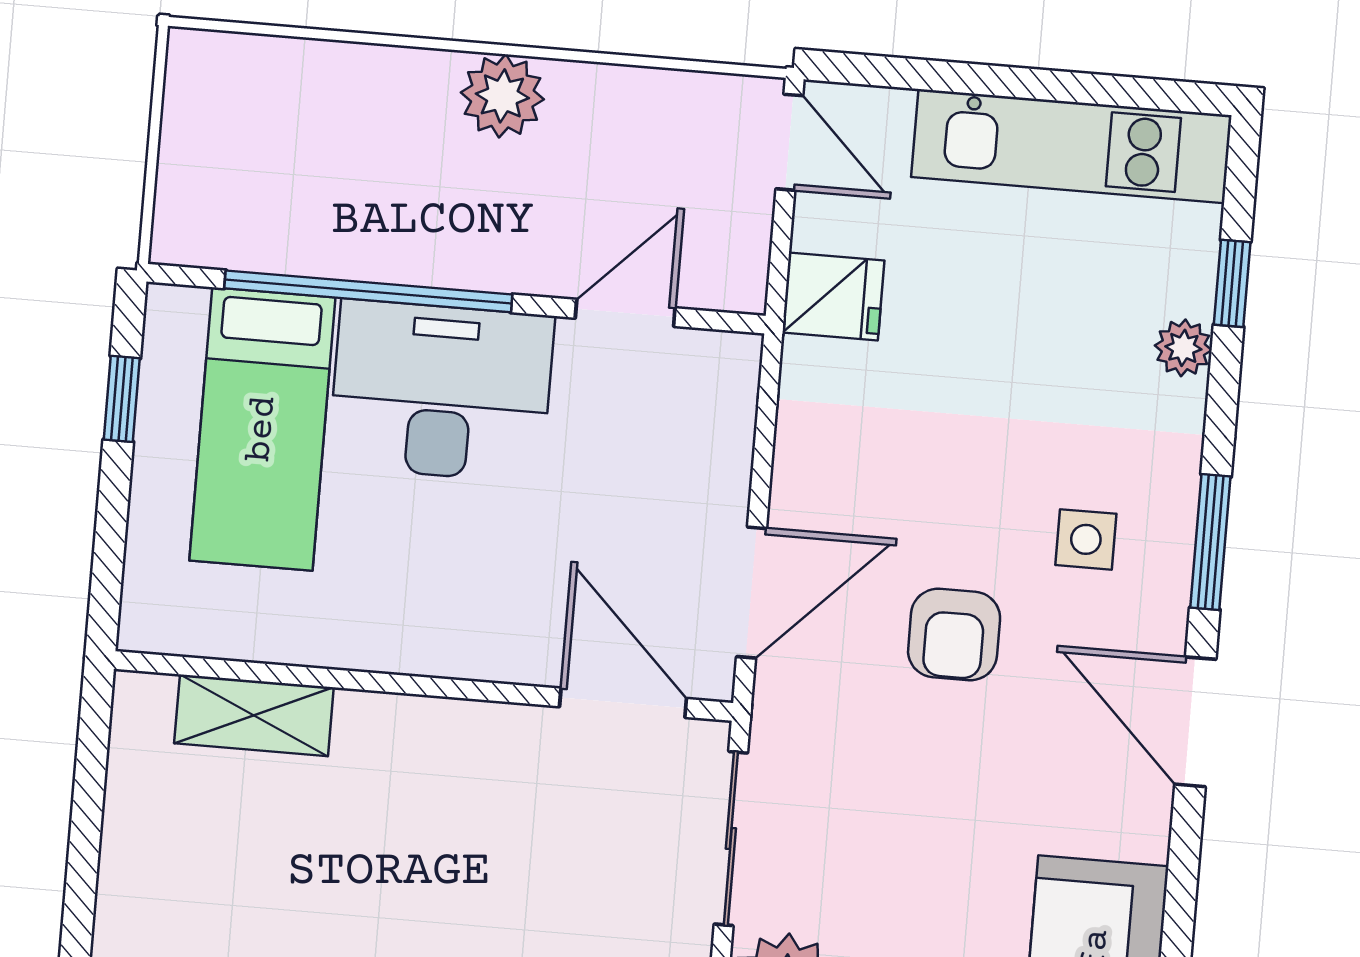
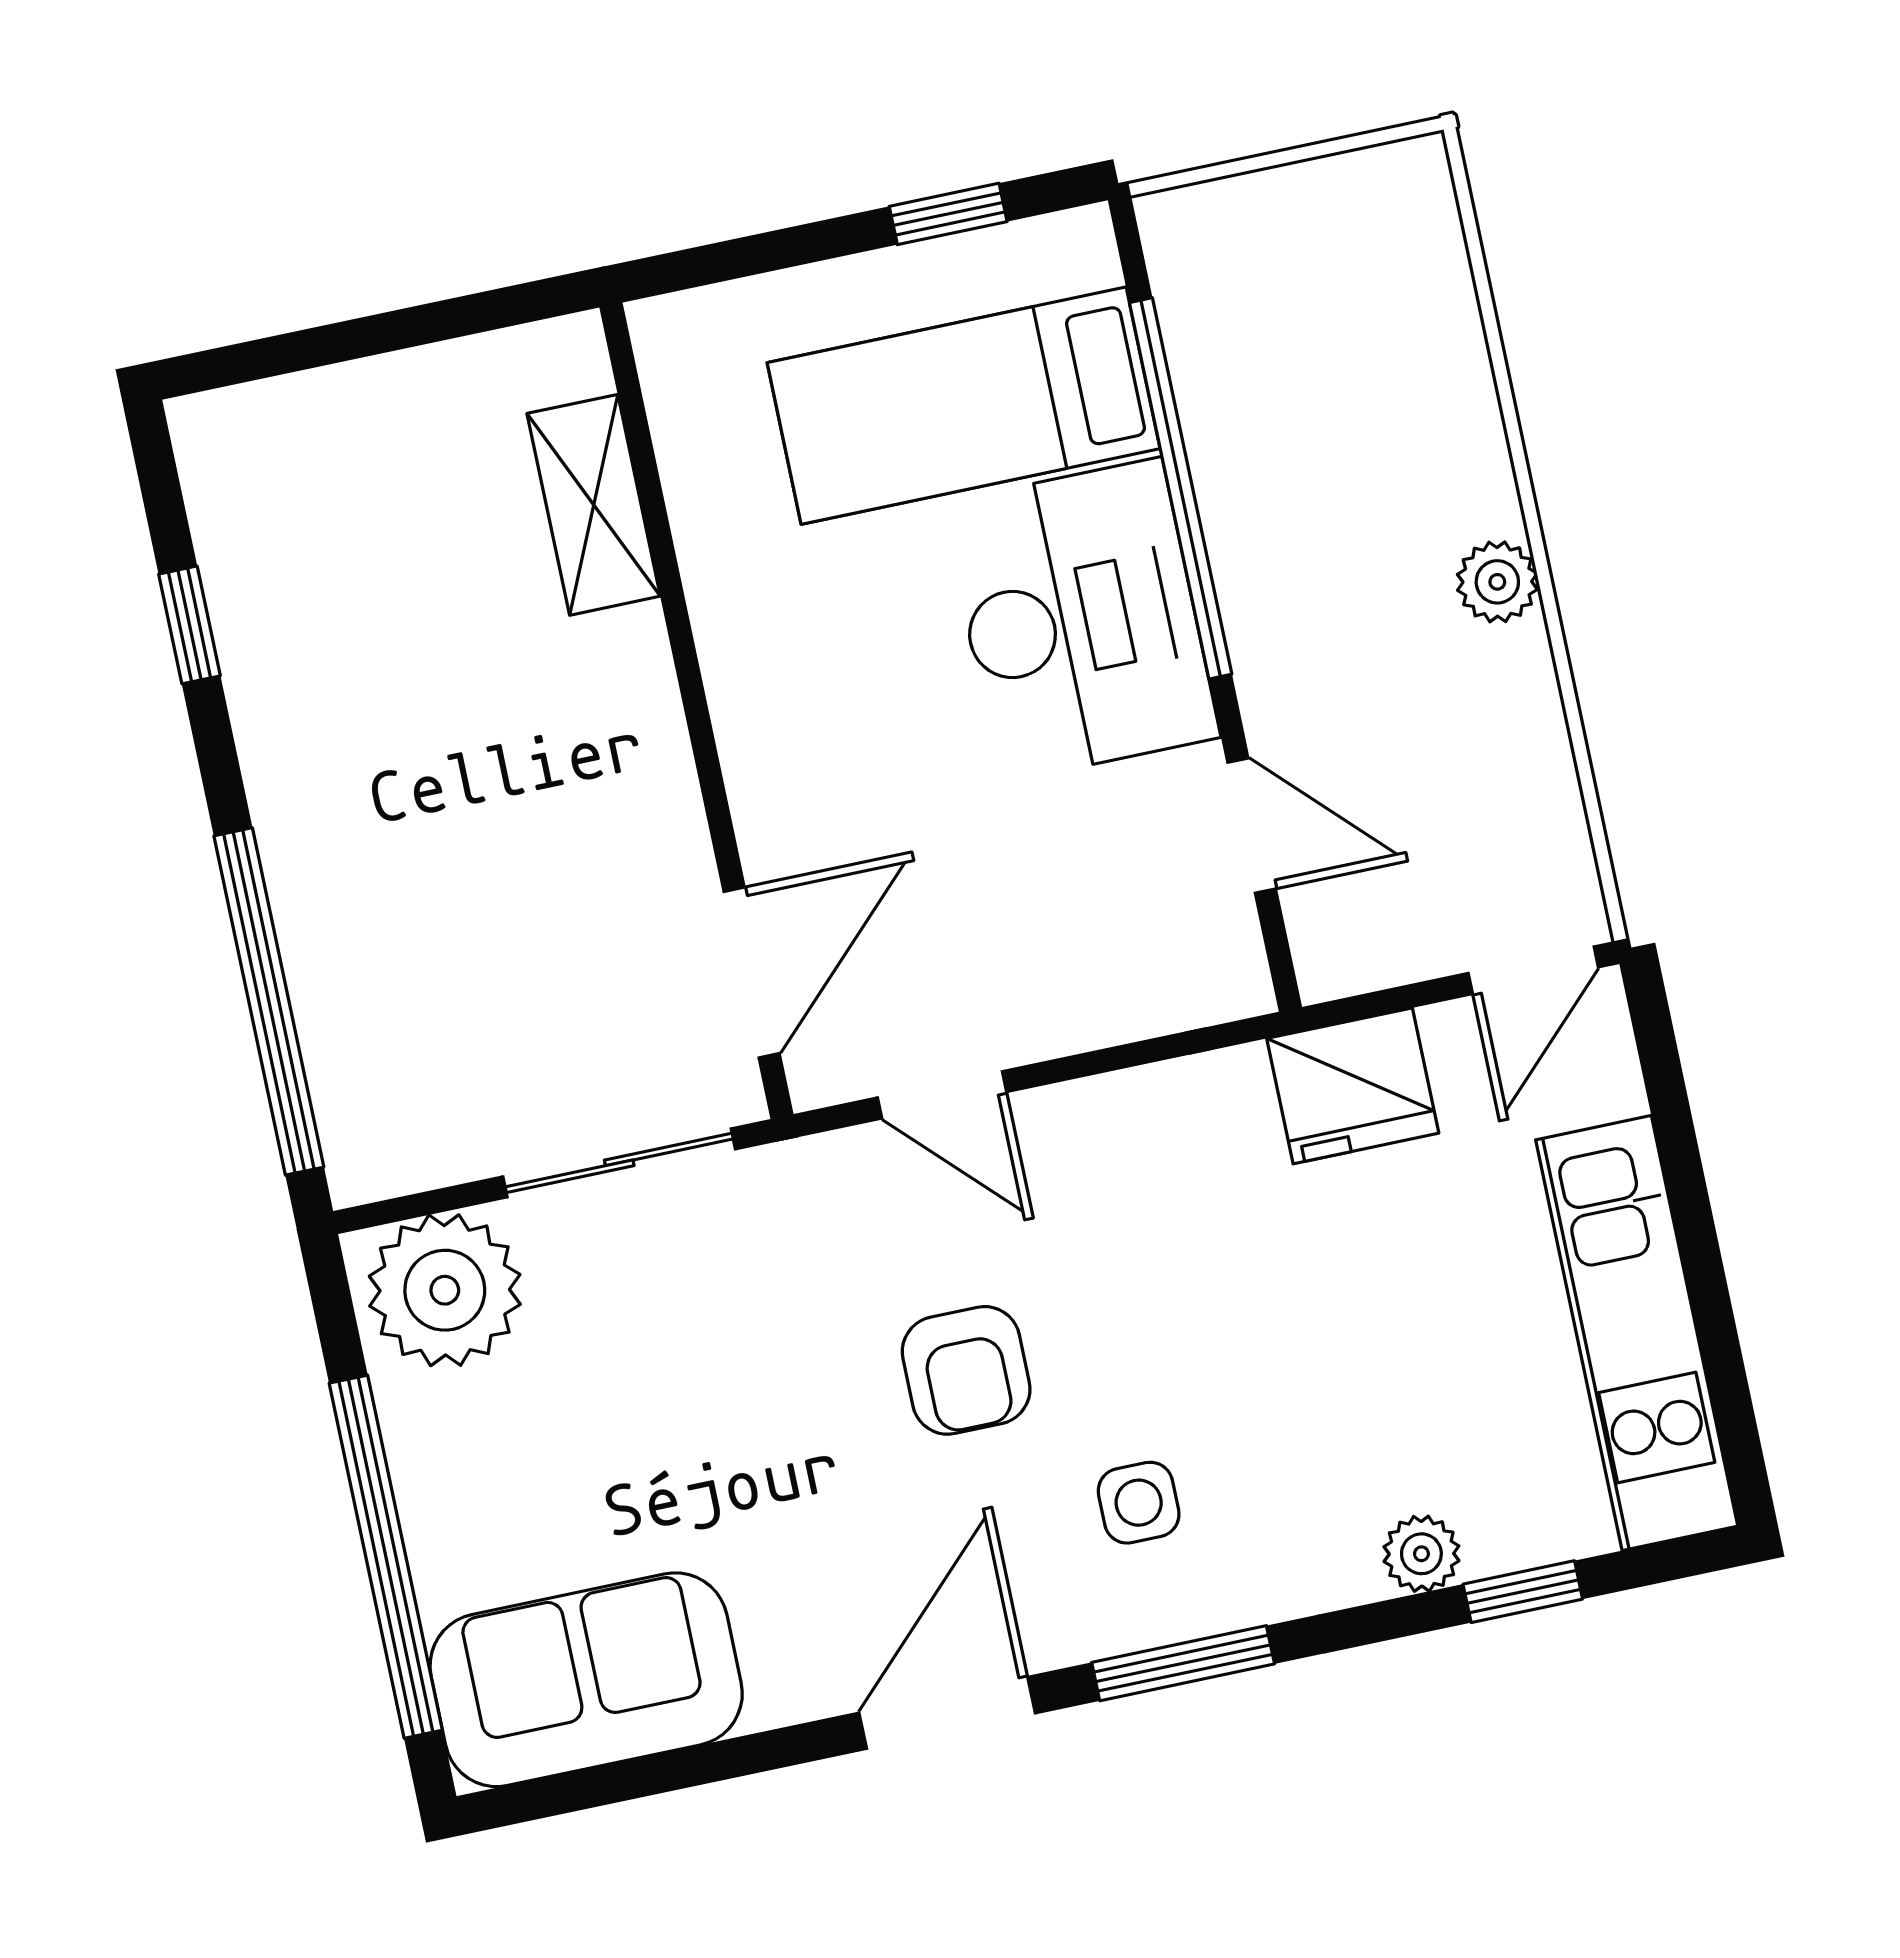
plant: (502, 96) -> (1497, 582), width x0.73, depth x0.73
fridge: (833, 296) -> (1353, 1086), width x1.38
door: (752, 593) -> (942, 1095), width x0.73
armchair: (954, 635) -> (966, 1370), turned -90

